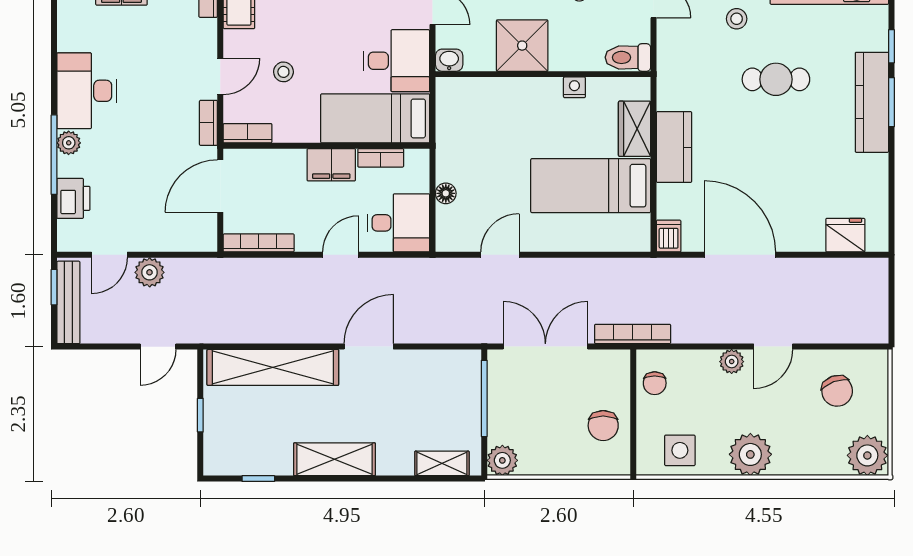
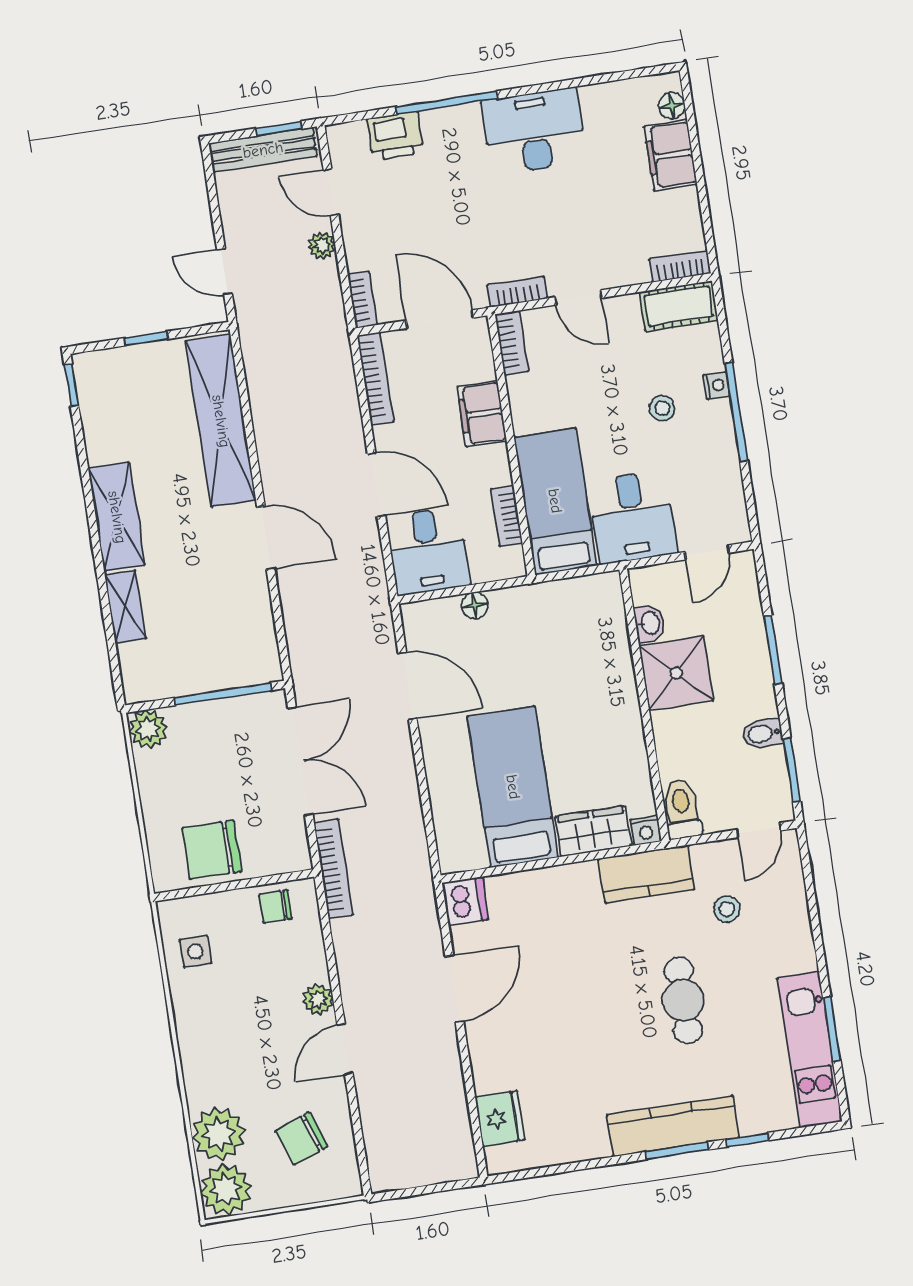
stool: (737, 19) -> (727, 909), moved
washbasin: (449, 60) -> (650, 623), moved
stool: (283, 72) -> (662, 408), moved
nightstand: (574, 87) -> (646, 830), moved, turned 90
plant: (69, 143) -> (465, 119), removed
kitchen counter: (674, 147) -> (647, 874), moved
filing cabinet: (331, 165) -> (482, 414), moved
dishwasher: (669, 236) -> (465, 901), width x1.38
bookcase: (196, 243) -> (362, 300), added
door: (341, 255) -> (376, 485), width x1.38
door: (500, 255) -> (407, 686), width x1.38
door: (740, 255) -> (454, 989), width x0.73
plant: (150, 272) -> (322, 246), width x0.73, depth x0.73
door: (773, 347) -> (345, 1049), hinge flipped
chair: (603, 426) -> (212, 850), width x1.37, depth x1.37
side table: (680, 450) -> (196, 951), width x0.73, depth x0.73
plant: (750, 454) -> (218, 1134), moved
shelving: (442, 463) -> (125, 607), moved
window: (258, 479) -> (71, 385), moved

